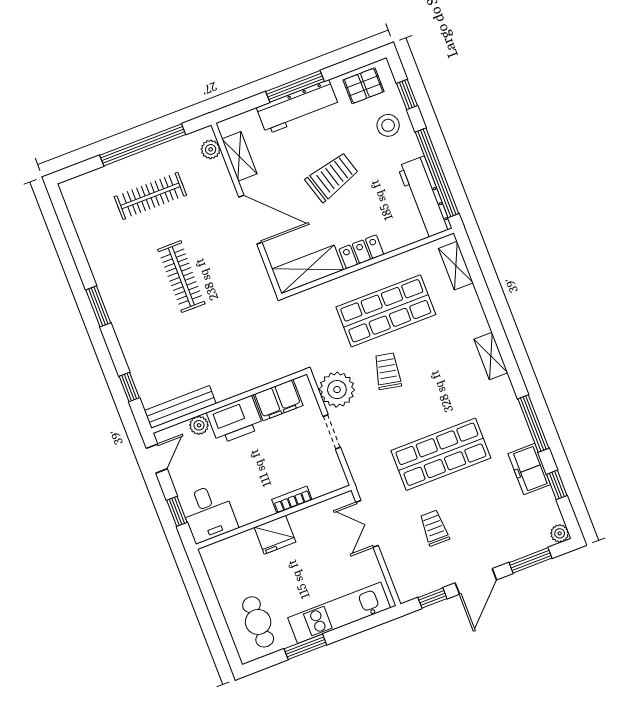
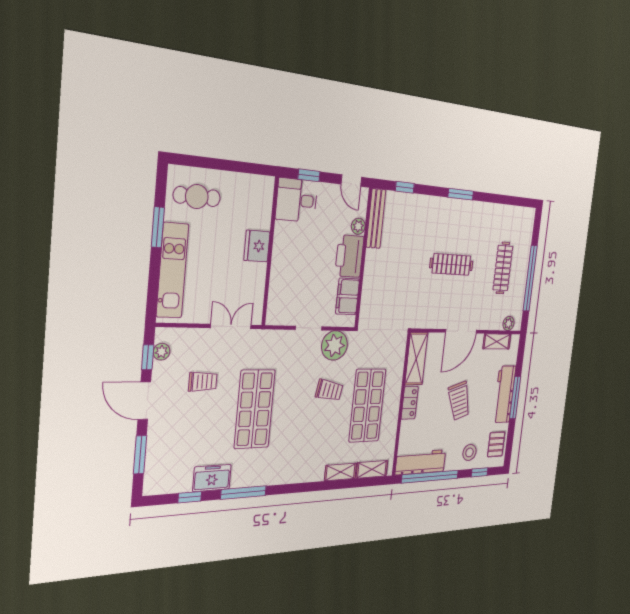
shelving: (491, 356) -> (341, 472), moved
bookcase: (292, 500) -> (276, 273), removed
plant: (560, 533) -> (162, 352), moved

